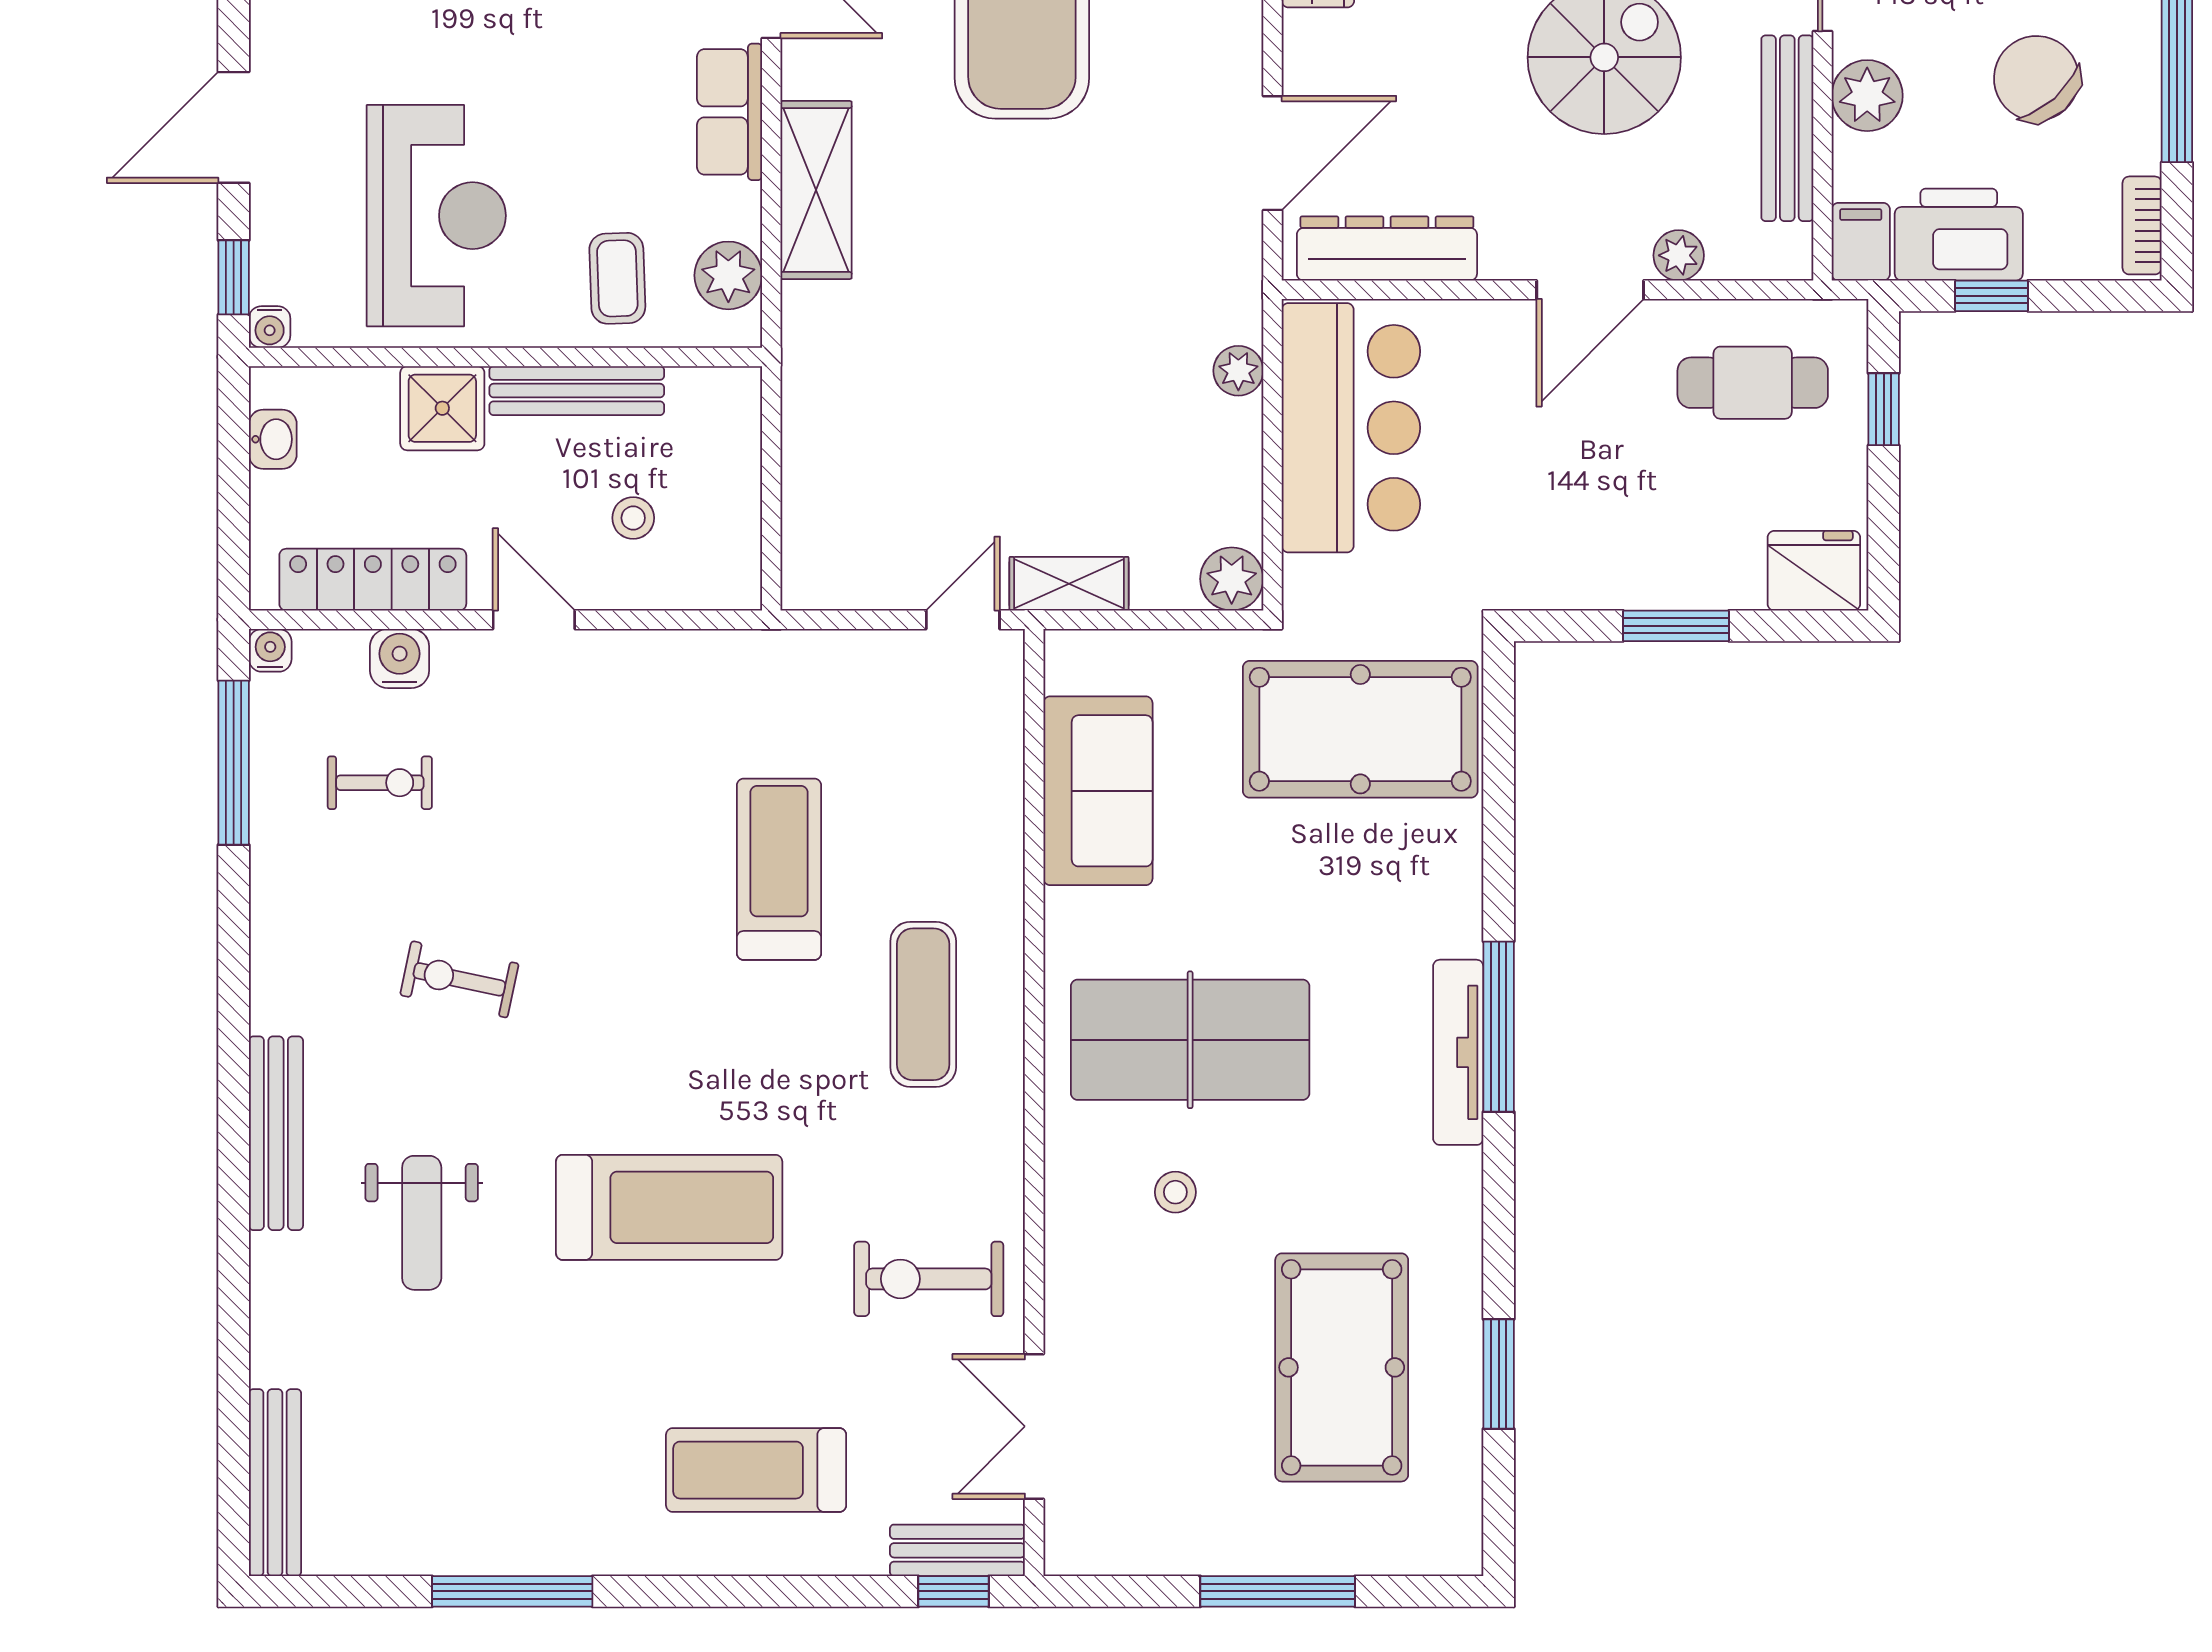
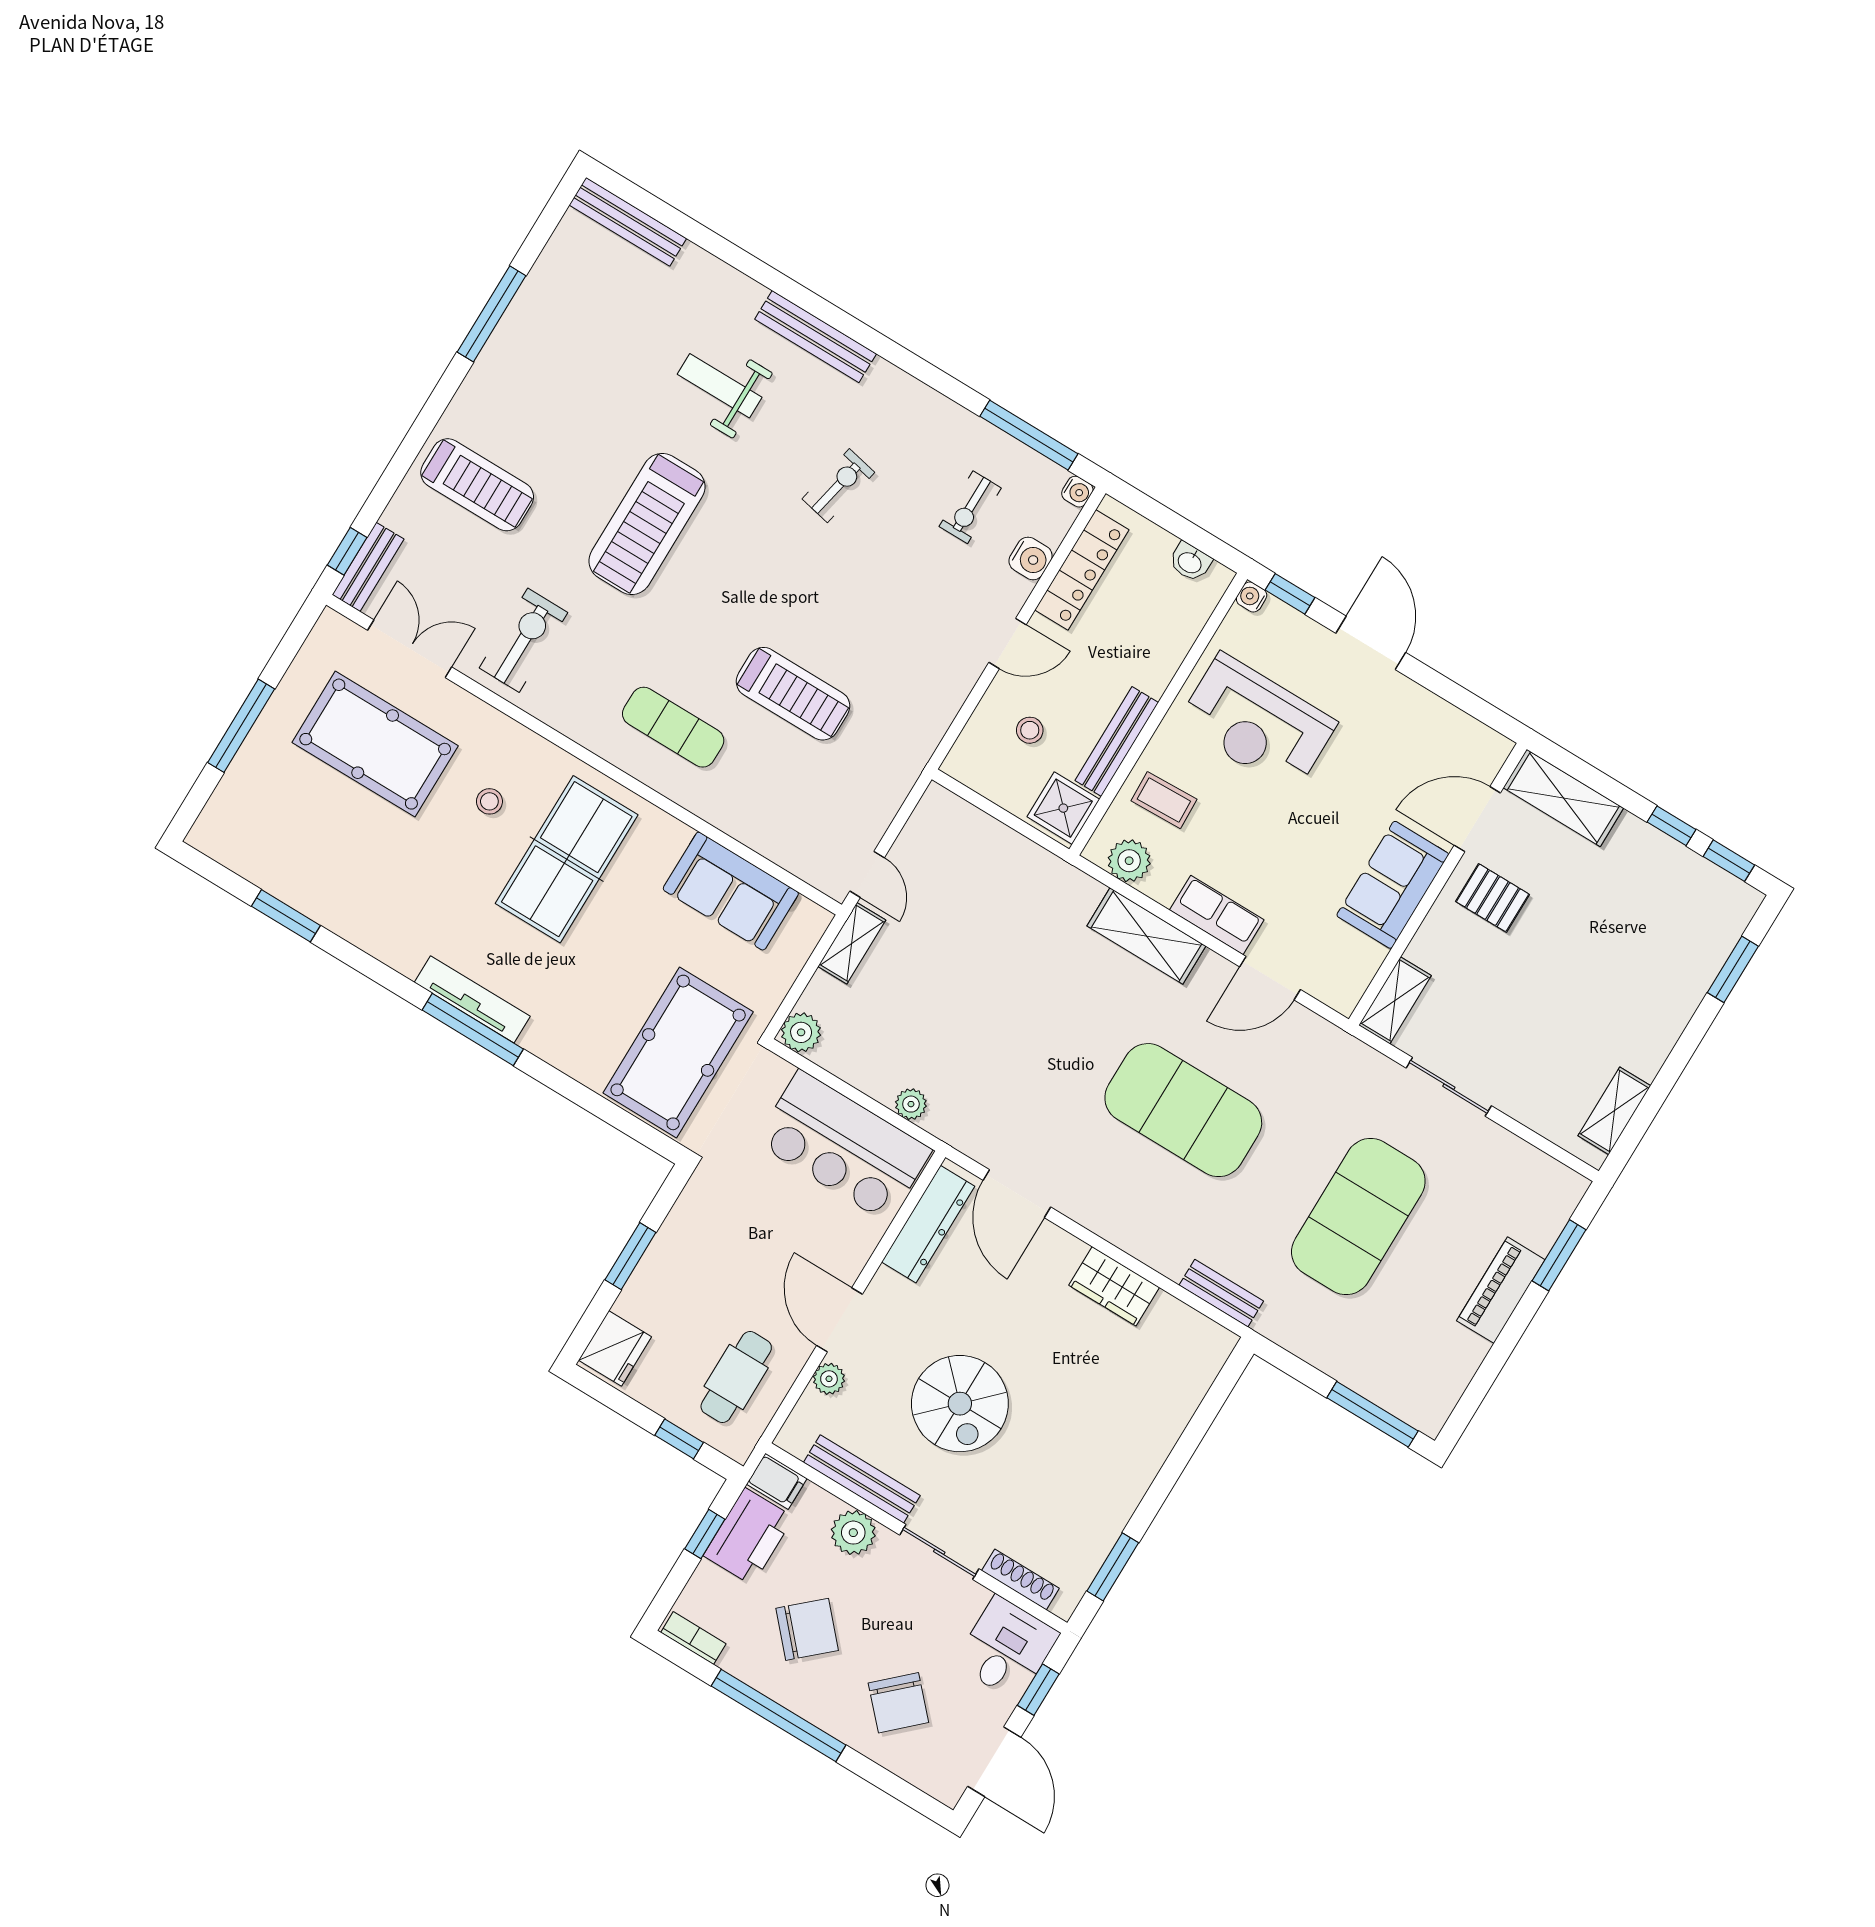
shower: (442, 408) -> (1063, 808), moved
pool table: (1342, 1367) -> (375, 744), moved
treadmill: (756, 1470) -> (477, 485), turned 90

